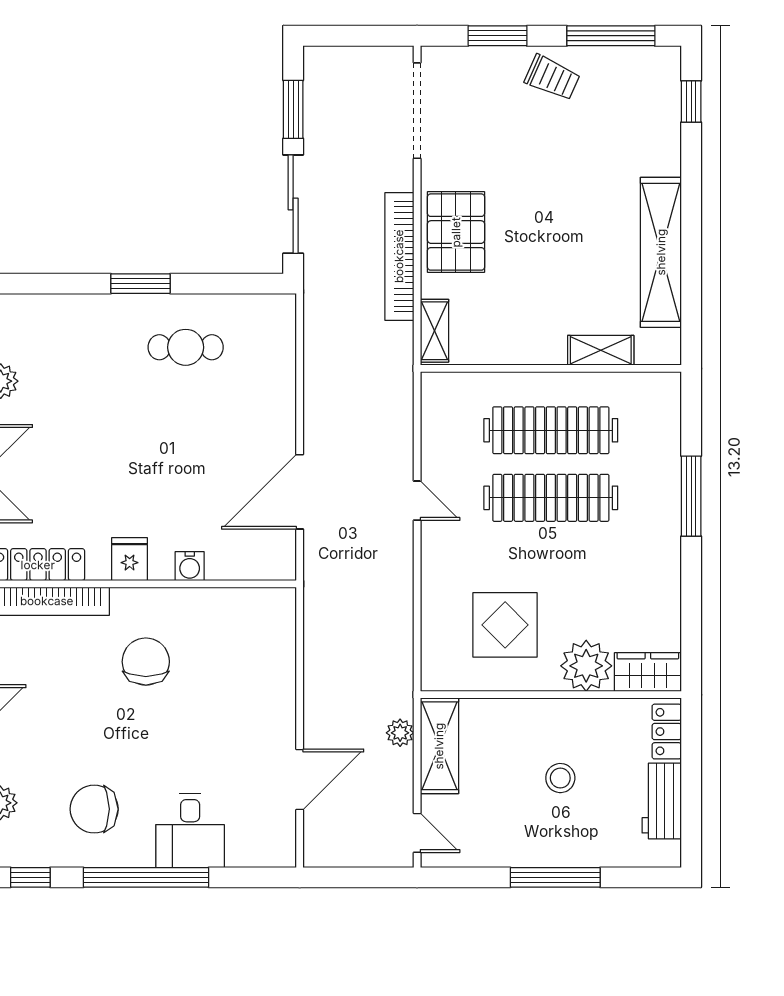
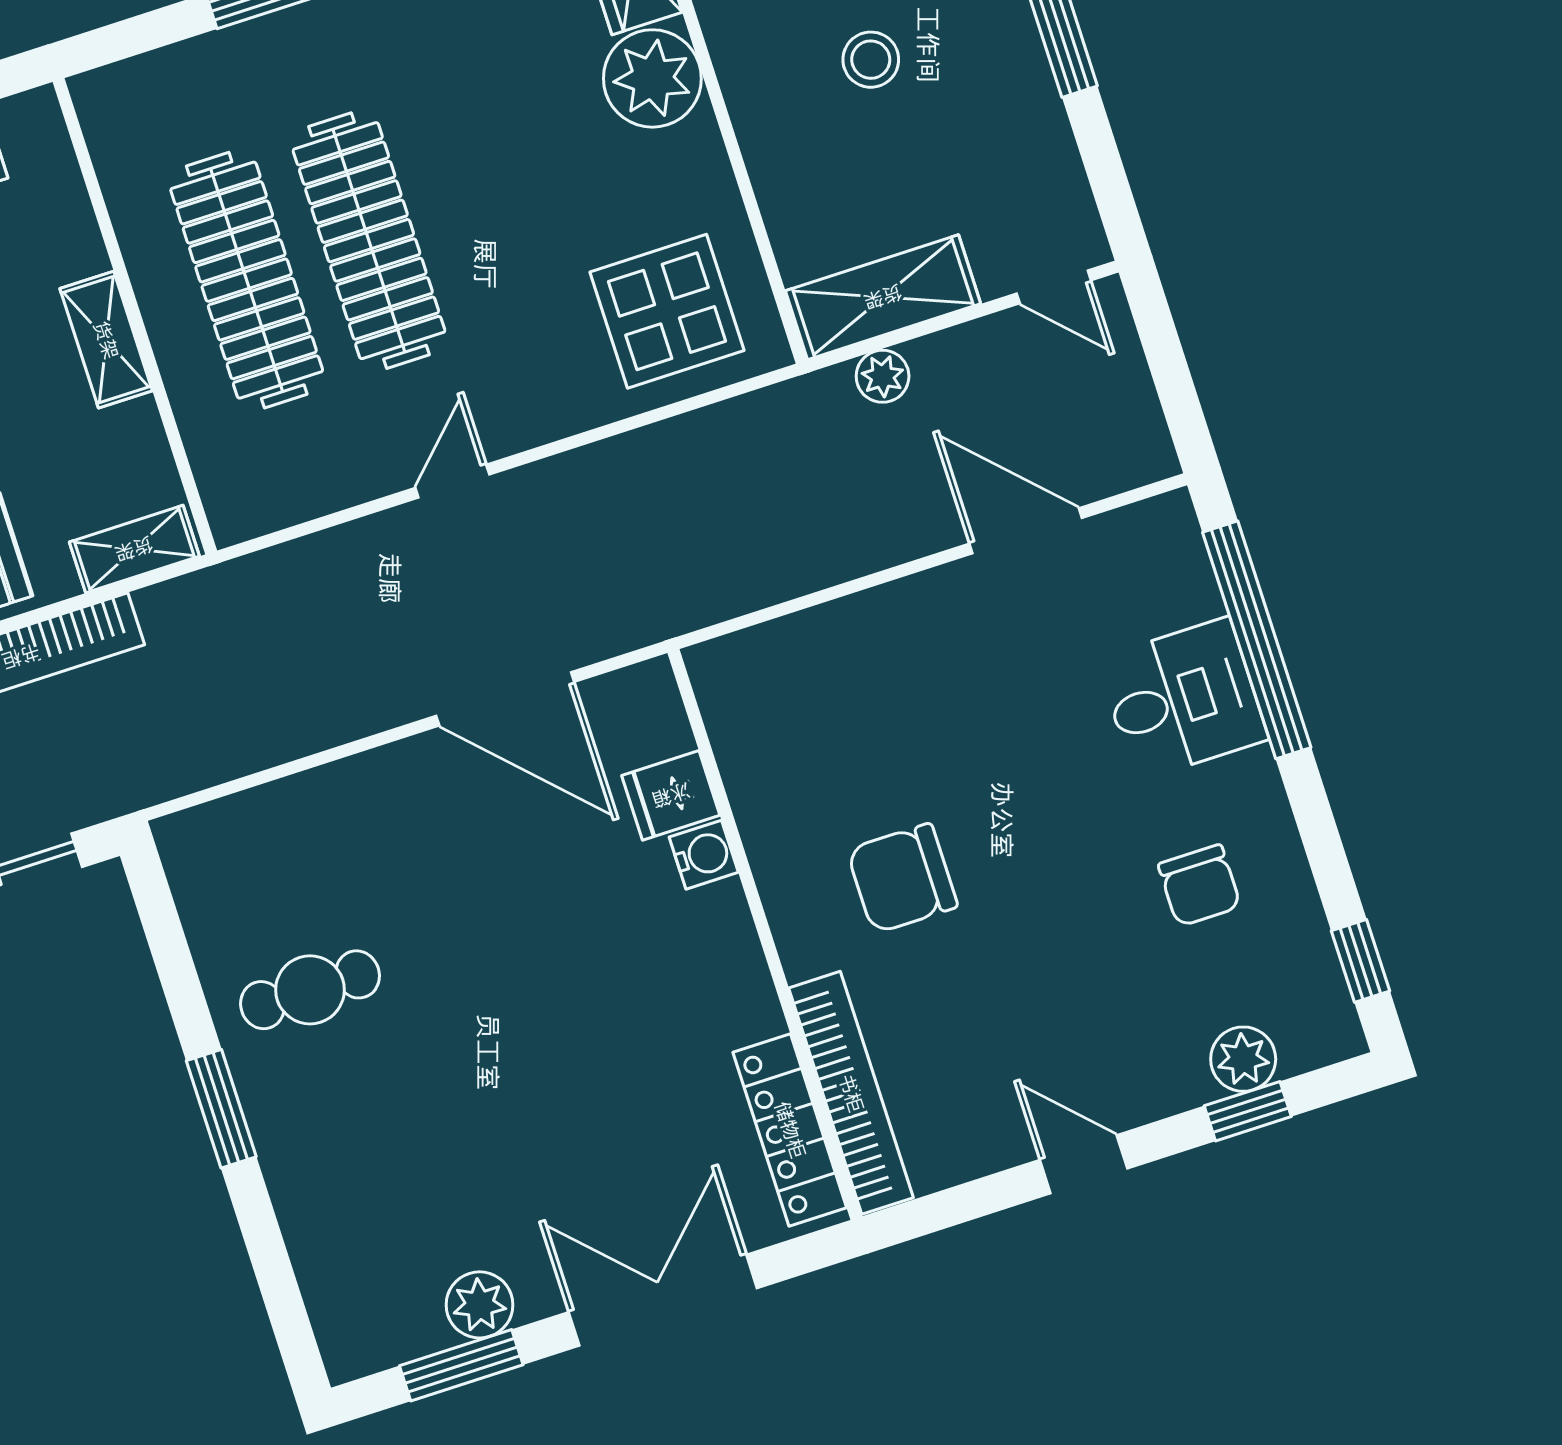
cafe table: (186, 347) -> (310, 990), turned 90
shelving: (601, 350) -> (106, 340), moved
fridge: (130, 559) -> (671, 795), moved
display table: (505, 625) -> (667, 311), moved
chair: (94, 809) -> (1199, 885), width x0.73, depth x0.73
door: (417, 833) -> (1054, 287), swing flipped
window: (146, 877) -> (1257, 640), moved

